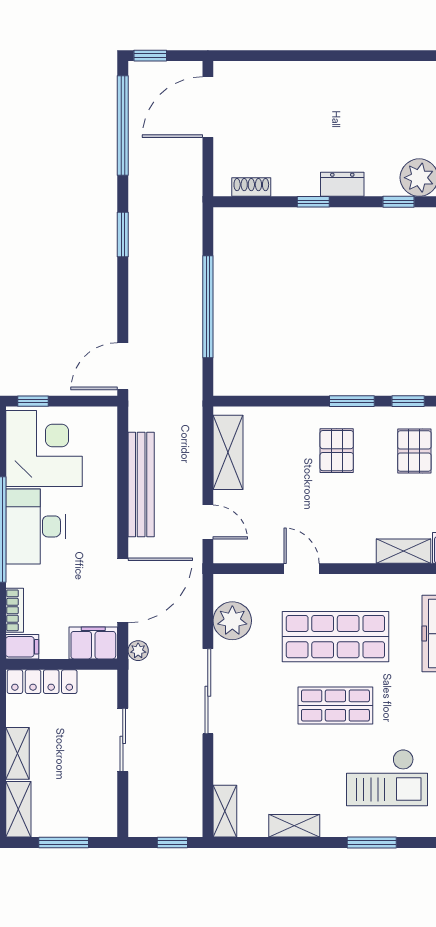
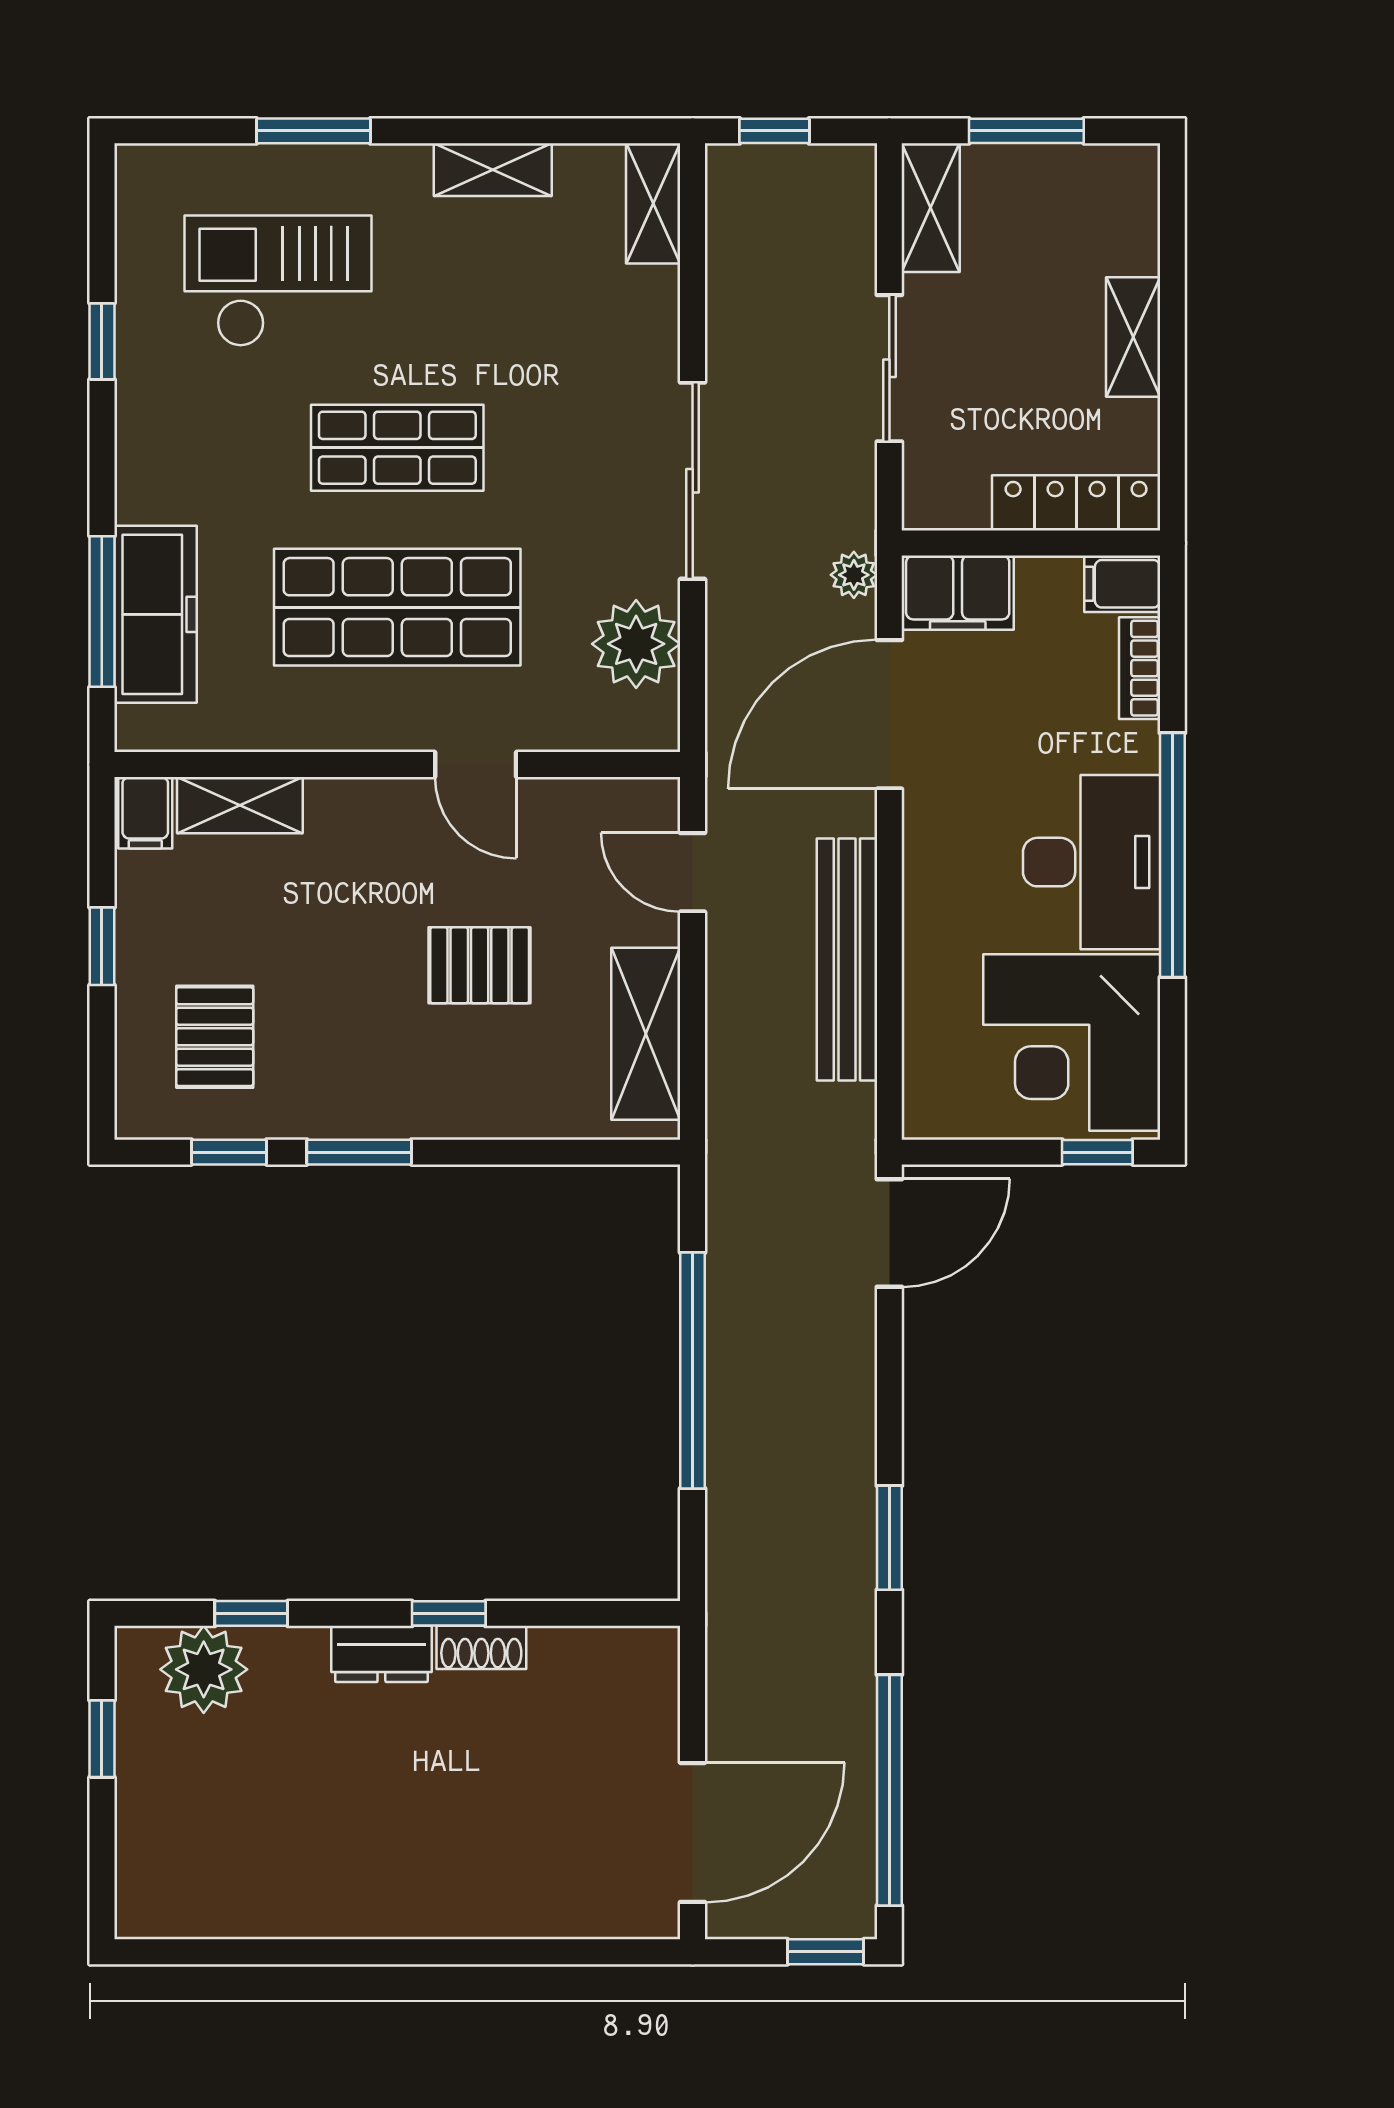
shoe rack: (251, 187) -> (481, 1647), moved
pallet: (337, 451) -> (480, 965), moved, turned 90
shelving: (18, 809) -> (931, 208), moved

